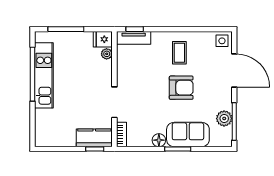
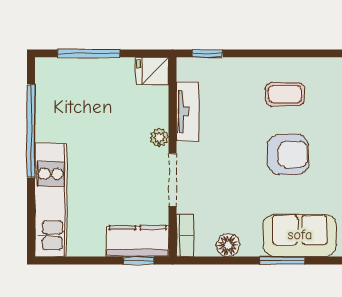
tv unit: (134, 38) -> (188, 112), moved, turned -90
coffee table: (179, 53) -> (285, 94), turned 90
plant: (107, 54) -> (159, 138), moved
kitchen unit: (44, 75) -> (51, 200), moved
floor lamp: (159, 140) -> (228, 245), moved

